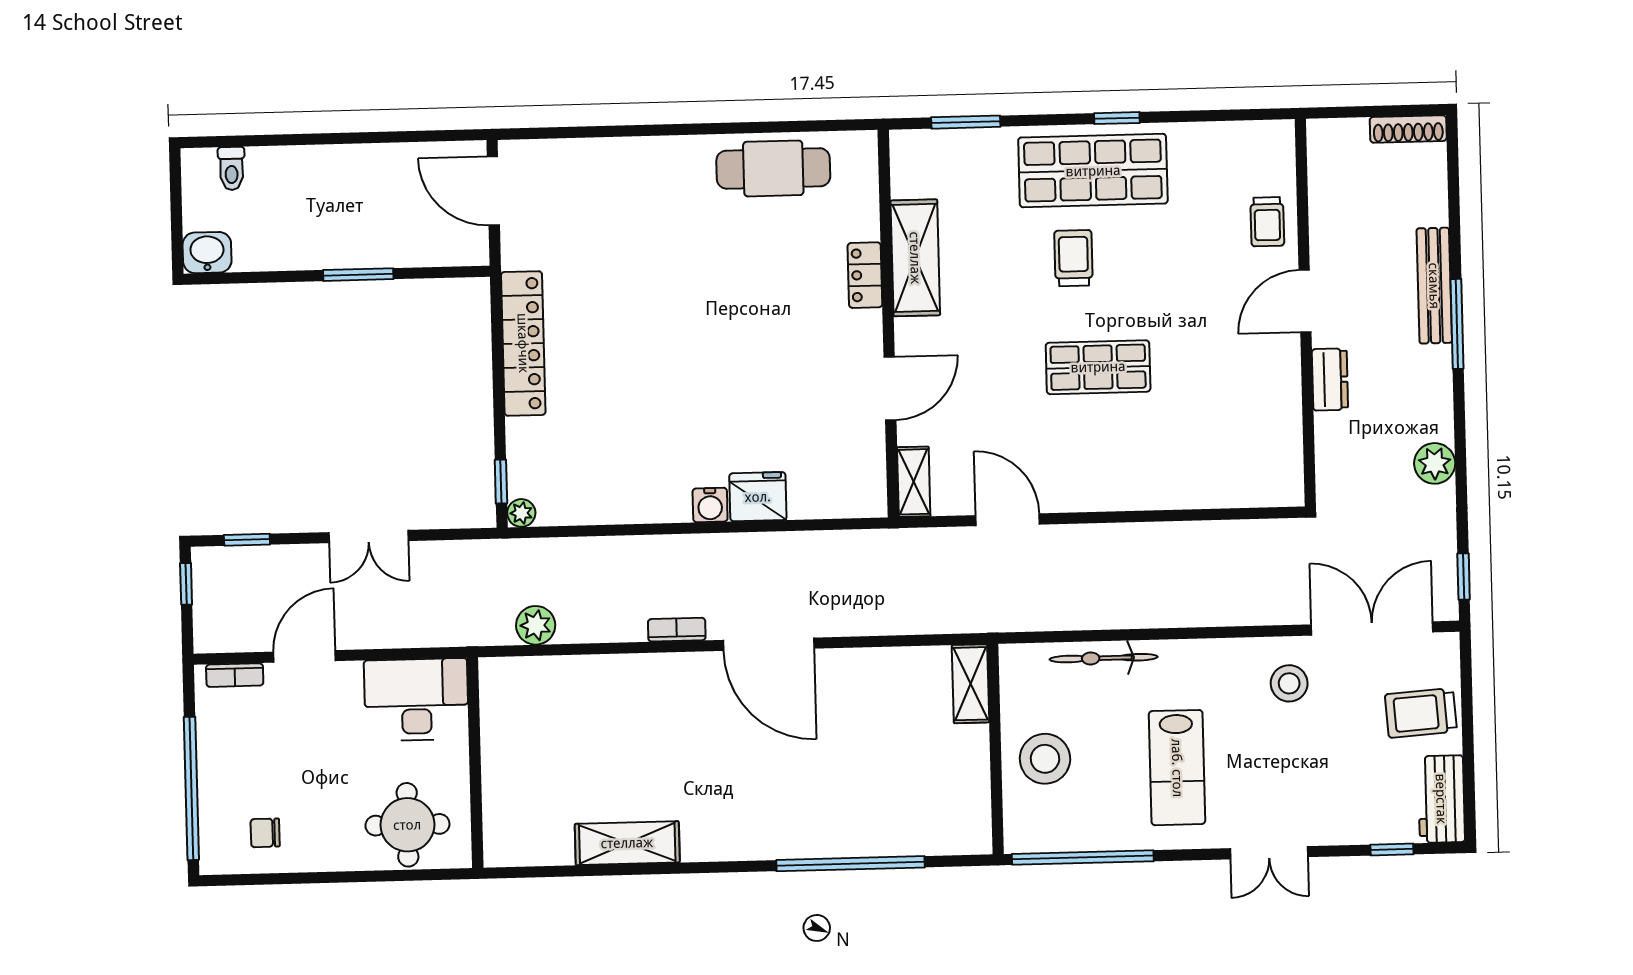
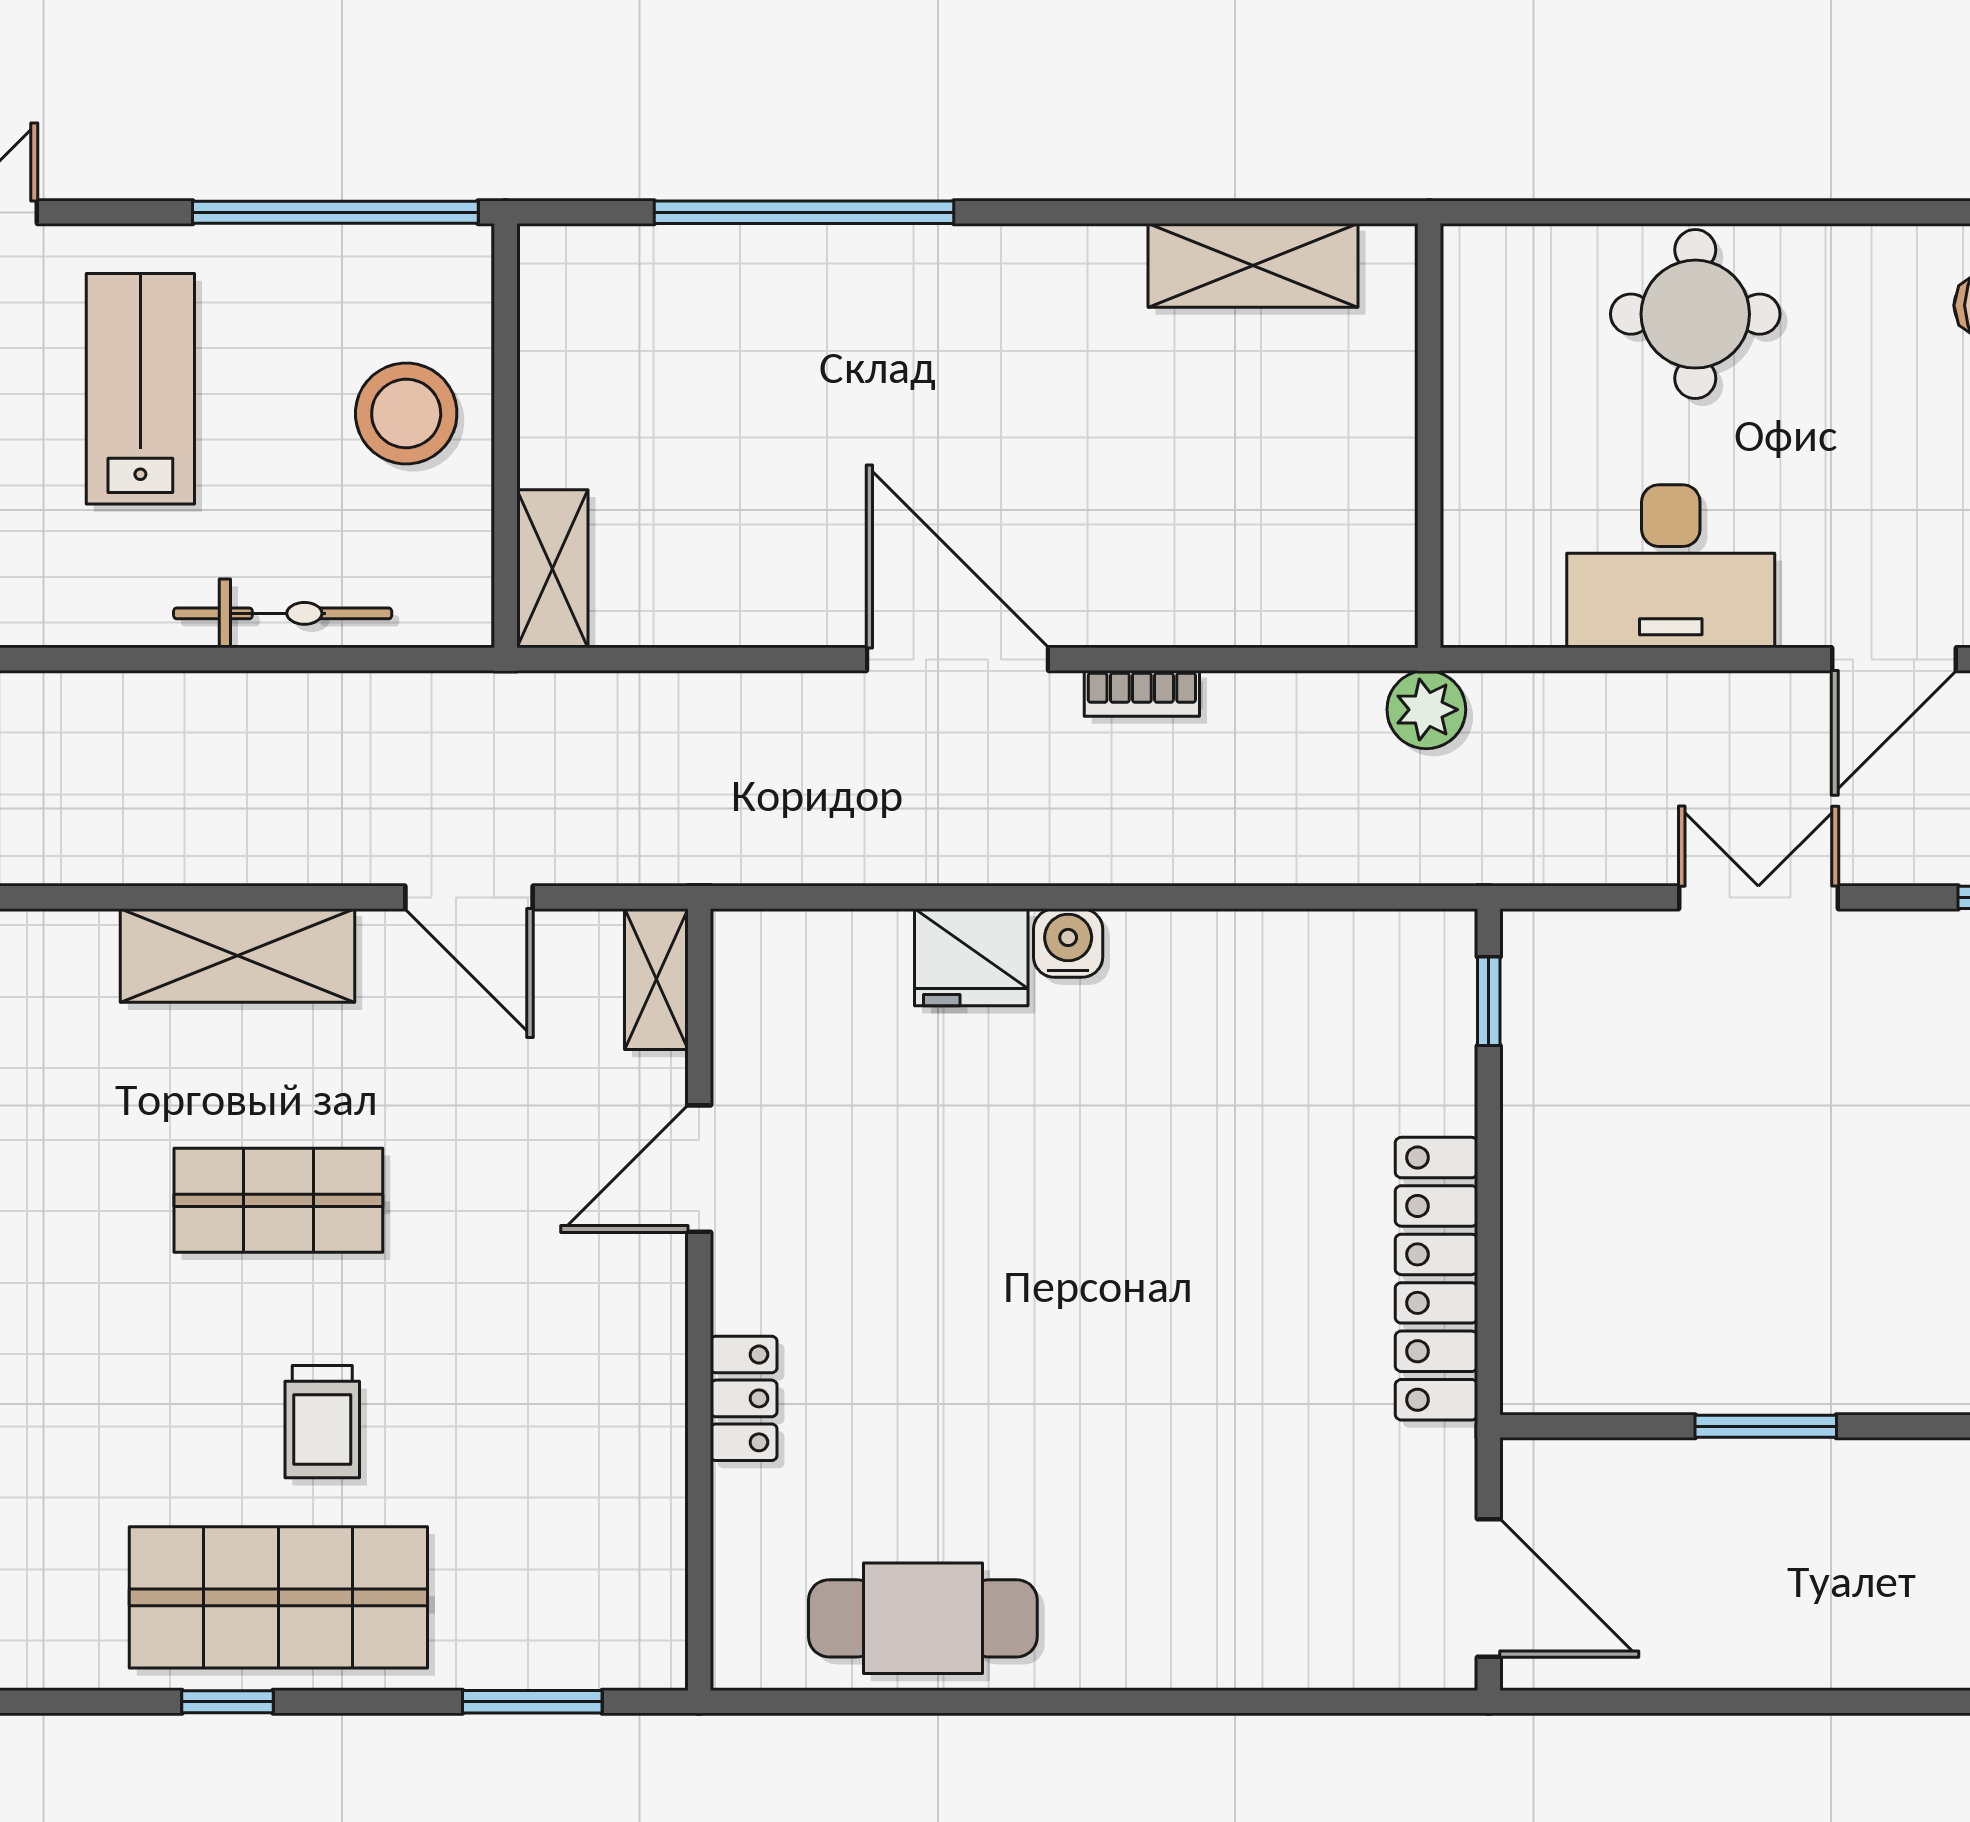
shelving: (915, 258) -> (238, 955), moved, turned 90
plant: (521, 513) -> (1449, 937), removed
wall: (475, 763) -> (1429, 436), moved

